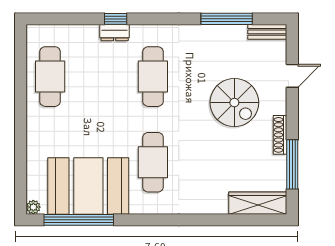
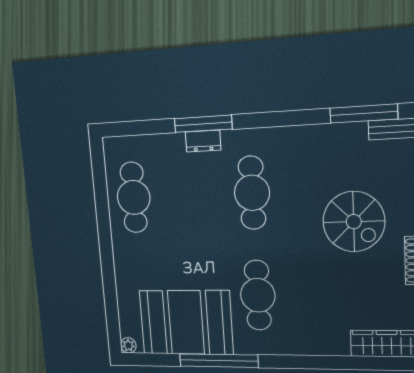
window: (116, 19) -> (203, 124), width x2.17
window: (227, 19) -> (364, 114), moved
window: (79, 220) -> (219, 361), moved

